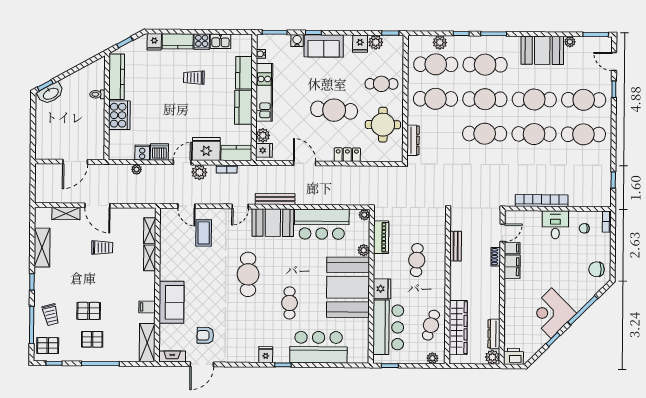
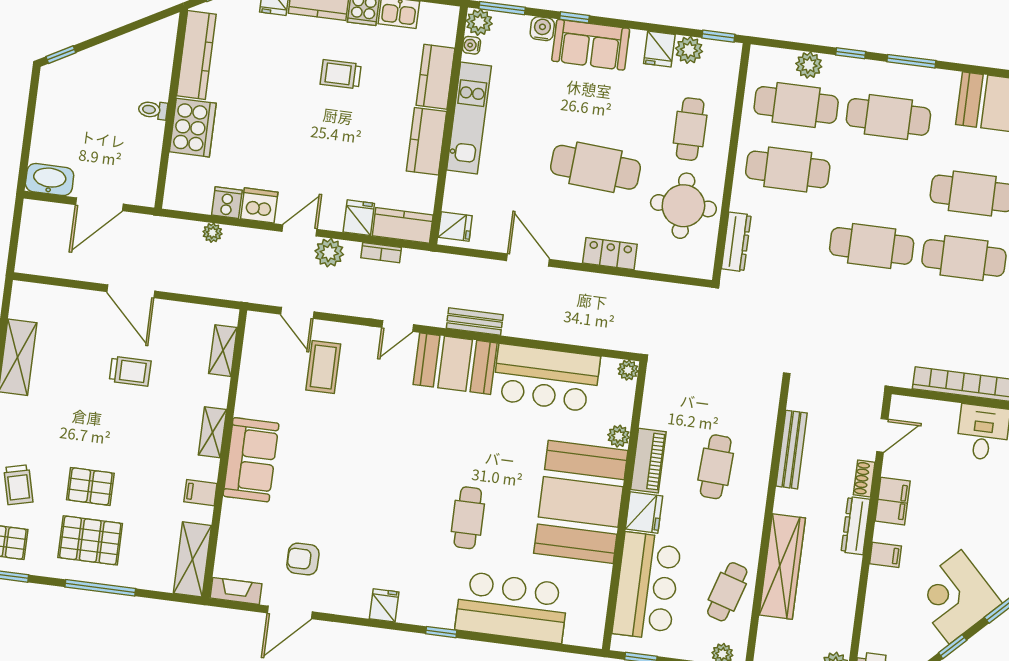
cafe table: (381, 84) -> (690, 129), turned 90
washbasin: (51, 93) -> (50, 180), moved, turned -151
toilet: (97, 94) -> (153, 110), moved
cafe table: (485, 99) -> (880, 181), removed
plant: (263, 135) -> (479, 22), moved
fridge: (206, 149) -> (359, 218), width x0.53, depth x0.75
bench: (275, 199) -> (475, 322), width x0.73
shelving: (66, 214) -> (70, 299), removed
piano: (381, 237) -> (648, 461), moved
bench: (456, 246) -> (792, 450), width x1.36
filing cabinet: (512, 248) -> (885, 555), moved
shelving: (150, 258) -> (212, 432), moved
cafe table: (248, 274) -> (397, 455), removed
sofa: (171, 302) -> (251, 460), moved
wardrobe: (458, 328) -> (782, 567), moved
dresser: (494, 334) -> (856, 526), moved
pallet: (92, 339) -> (90, 540), width x1.50, depth x1.42
fridge: (266, 355) -> (384, 605), moved

